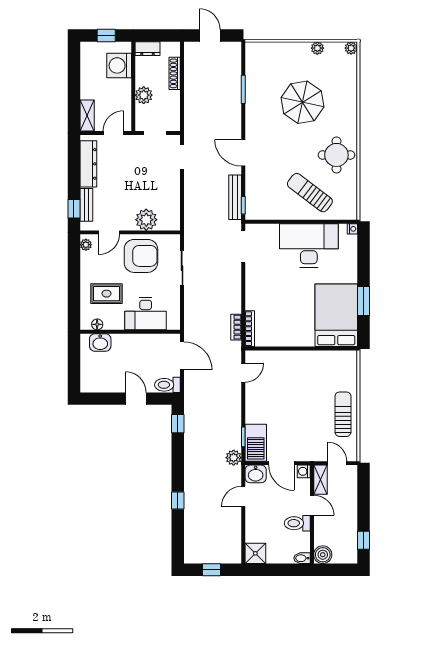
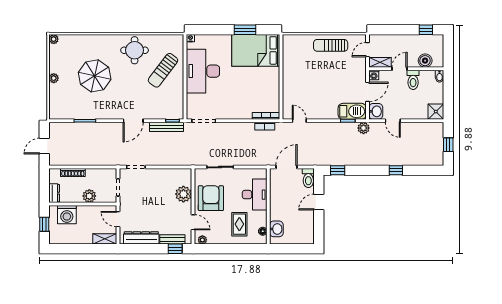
plant: (317, 48) -> (54, 78), moved
boiler: (323, 555) -> (425, 61), moved

